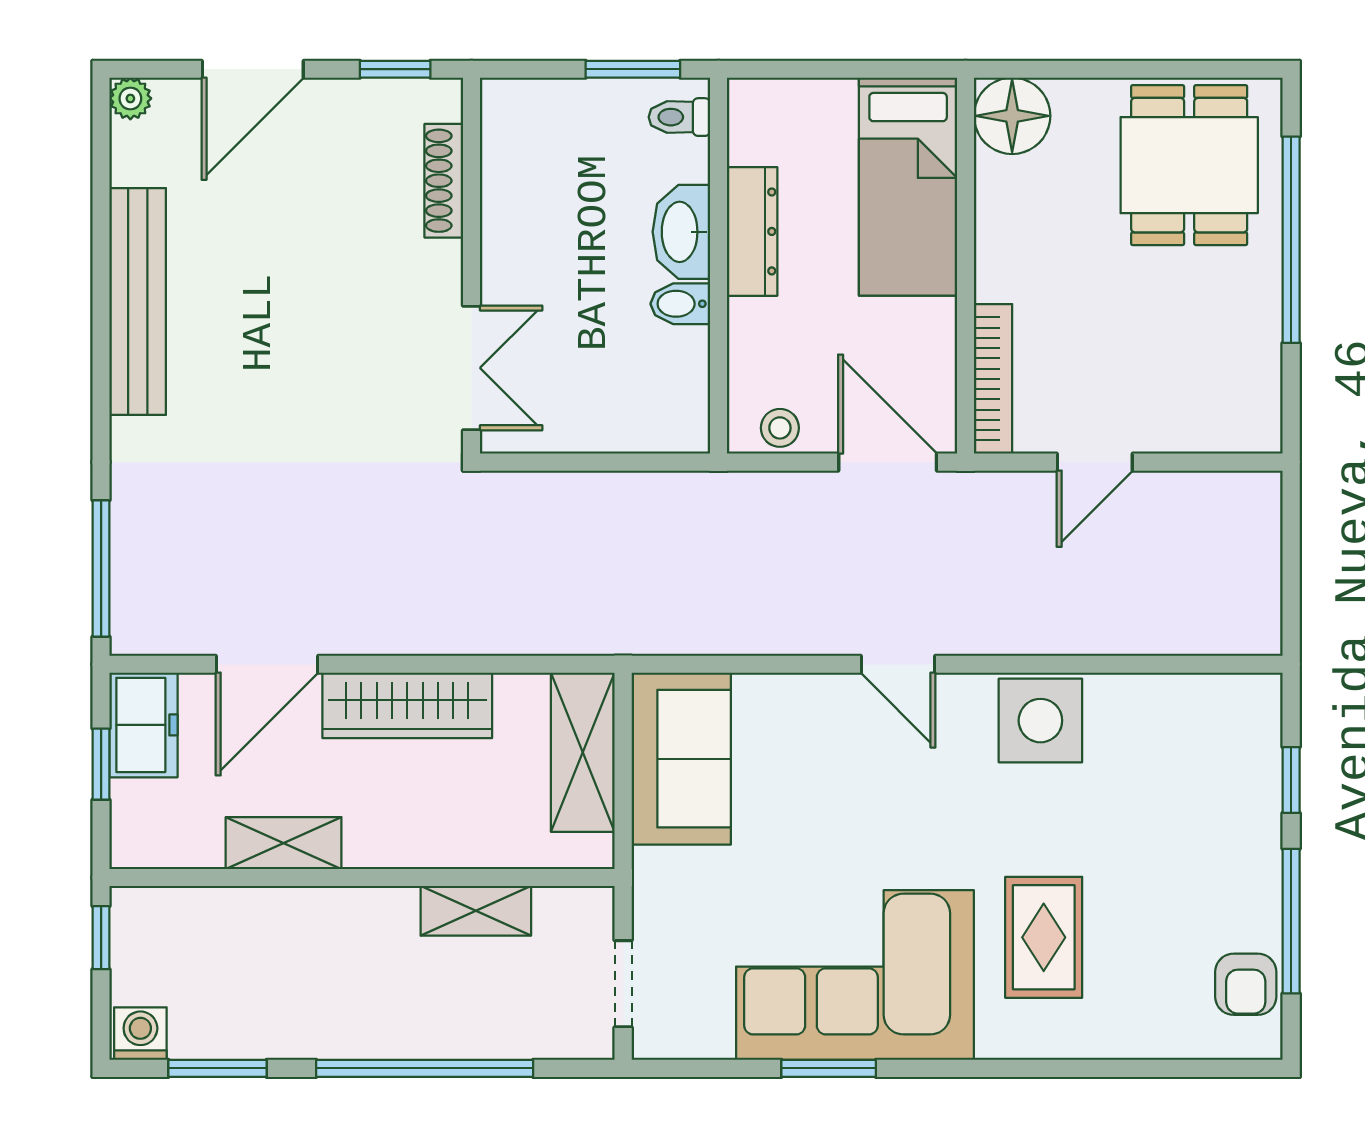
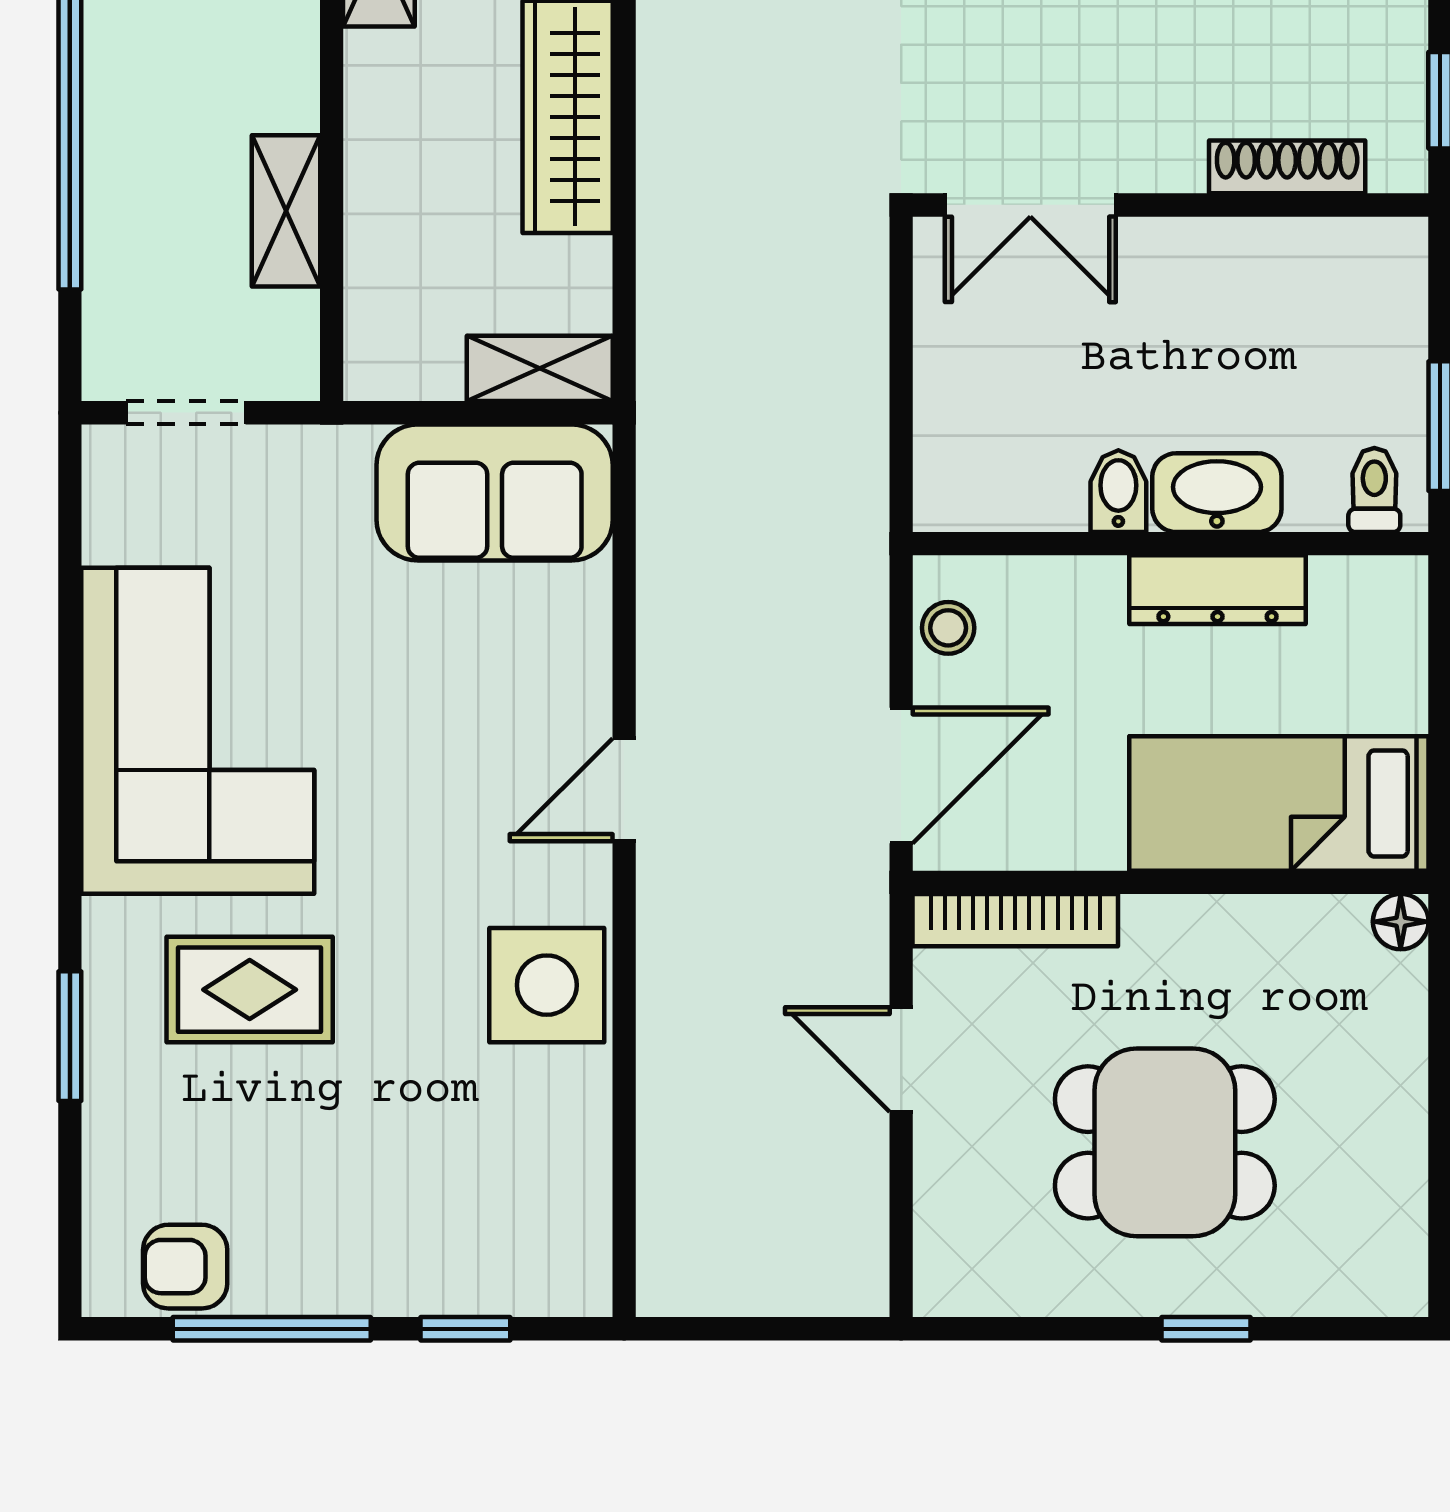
floor lamp: (1012, 116) -> (1401, 922), width x0.53, depth x0.53
dining table: (1189, 165) -> (1165, 1142), moved
window: (1291, 240) -> (1206, 1329), width x0.32
shelving: (583, 752) -> (540, 368), width x0.67, depth x0.75
window: (829, 1068) -> (70, 1036), moved

